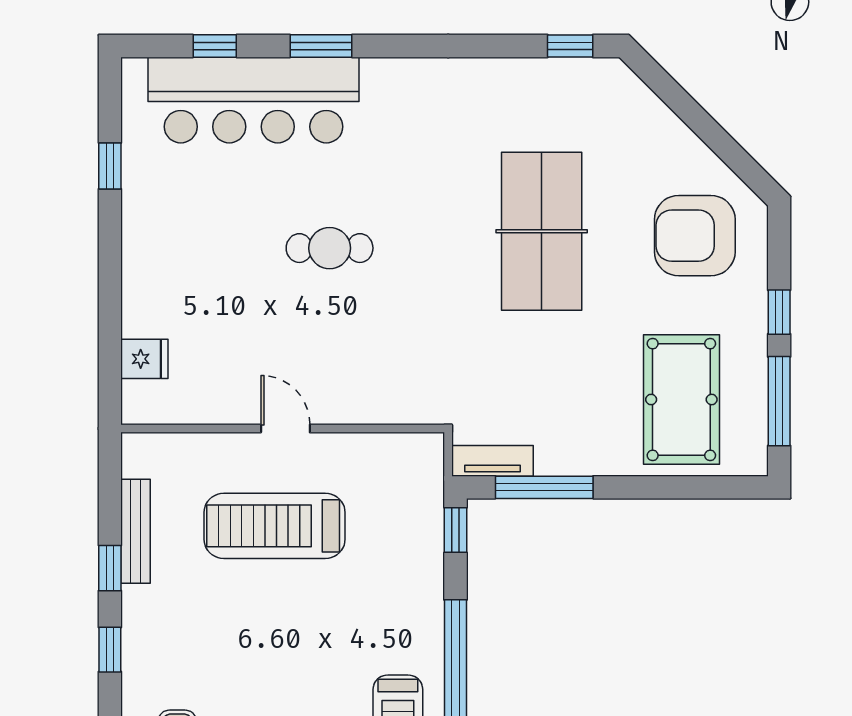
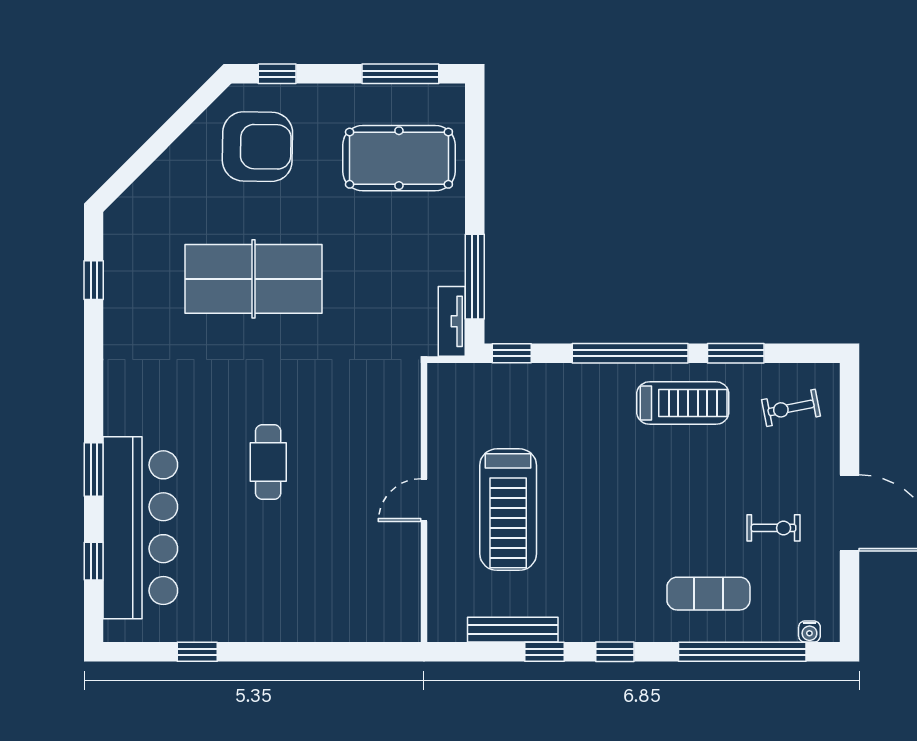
window: (570, 46) -> (94, 280), moved
armchair: (695, 236) -> (257, 147), turned -89
window: (779, 312) -> (277, 74), moved
fridge: (144, 359) -> (364, 622), removed

